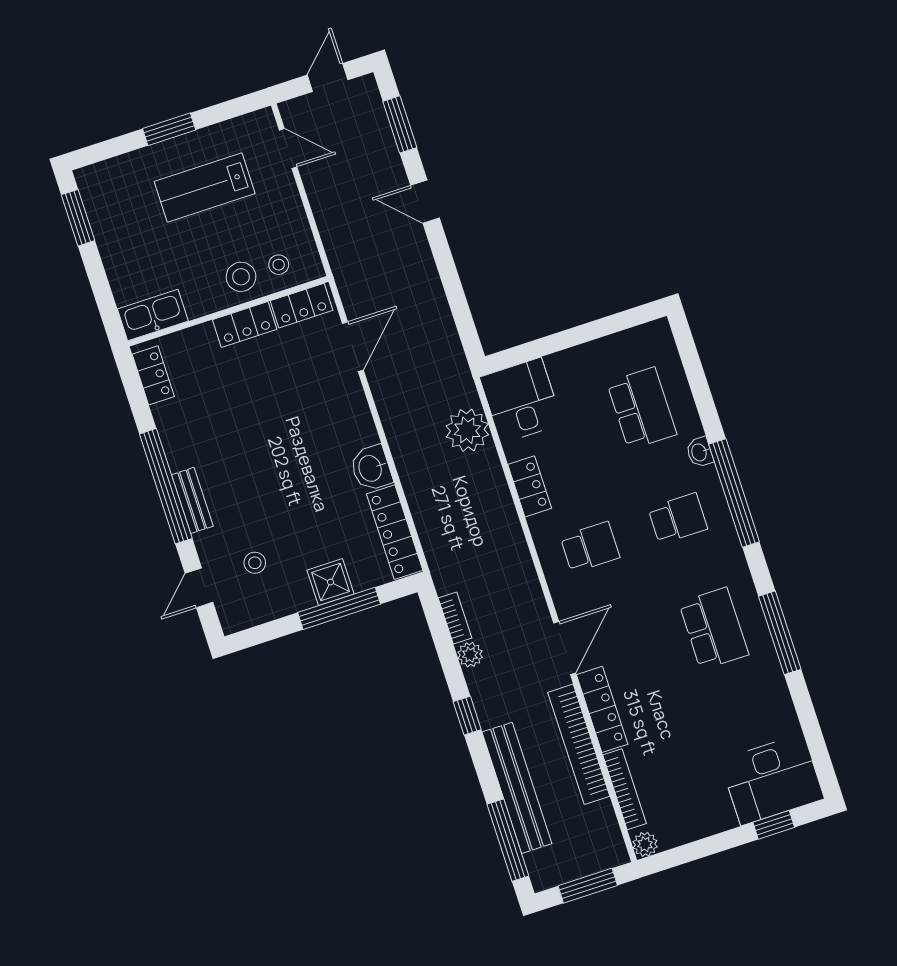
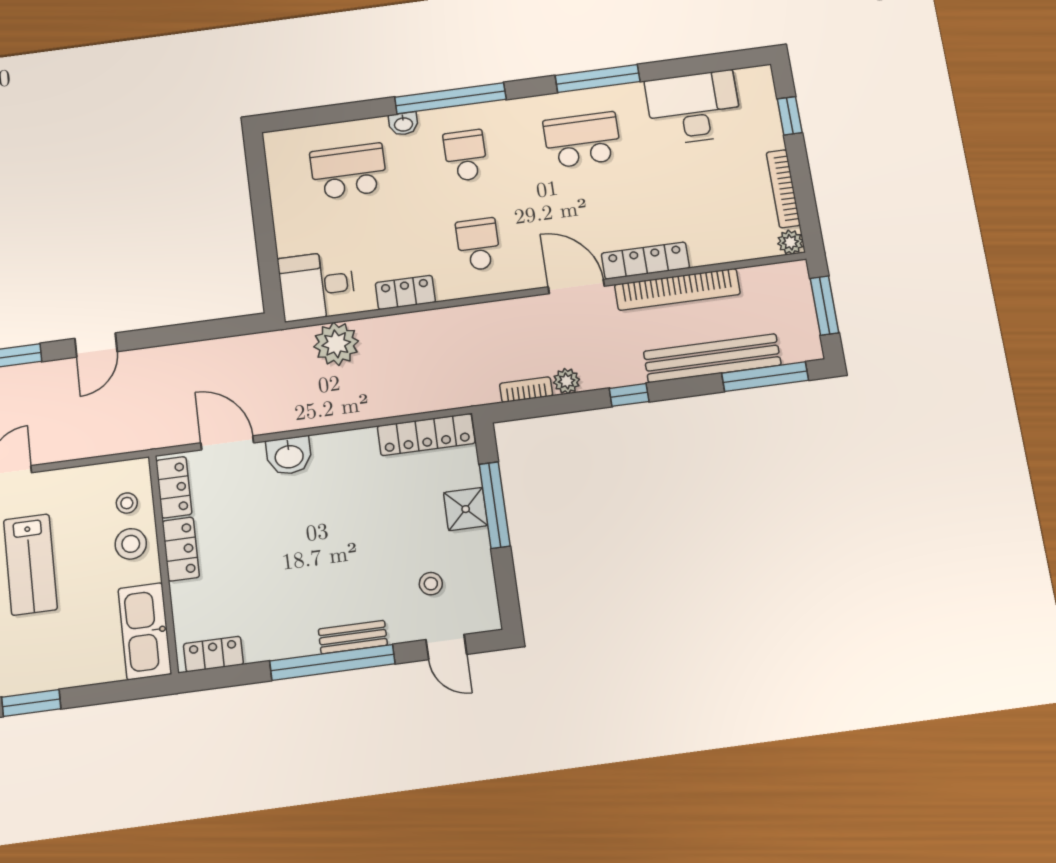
kitchen sink: (153, 315) -> (145, 631), width x1.36, depth x1.24
washbasin: (371, 468) -> (289, 456), moved
desk: (772, 780) -> (694, 108), moved, turned -90
bookcase: (625, 789) -> (783, 189), moved, turned -90

